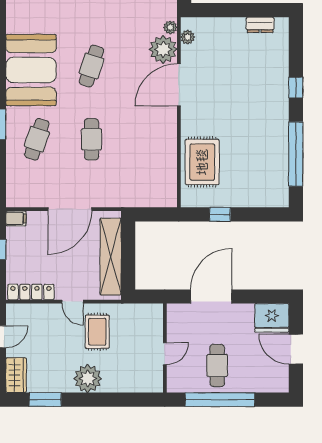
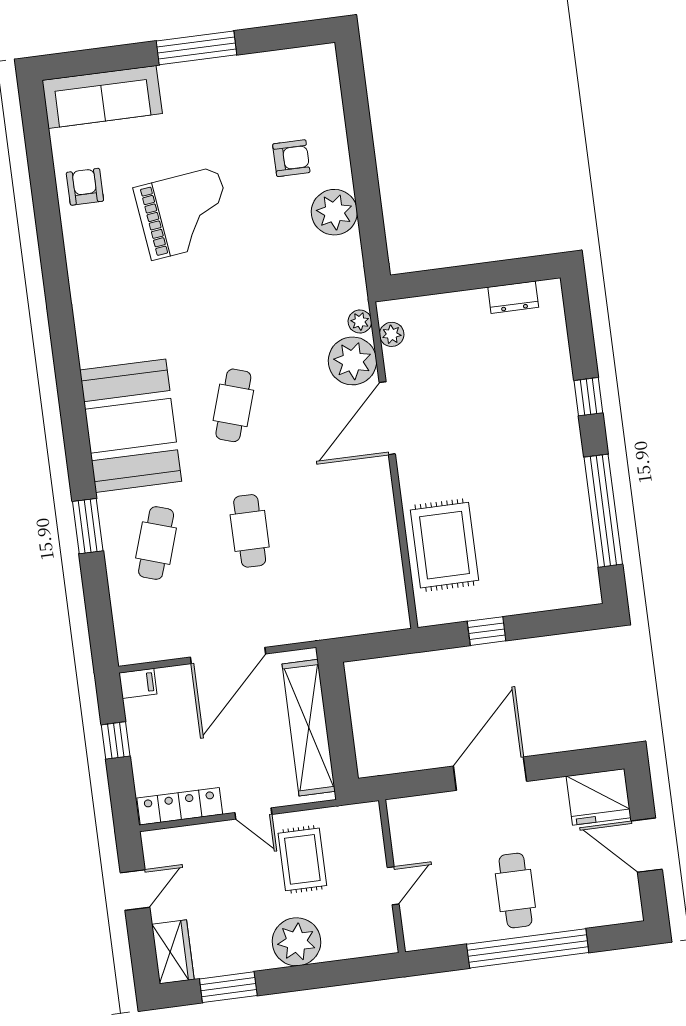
wall: (165, 348) -> (392, 876), moved
door: (165, 354) -> (393, 886), moved

